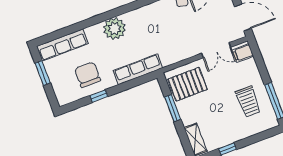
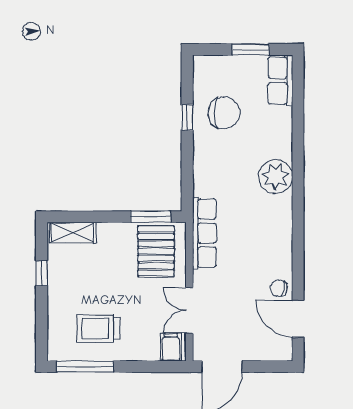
row of seats: (62, 45) -> (280, 80), width x0.68
row of seats: (138, 69) -> (204, 233), moved
window: (173, 108) -> (151, 217), moved

